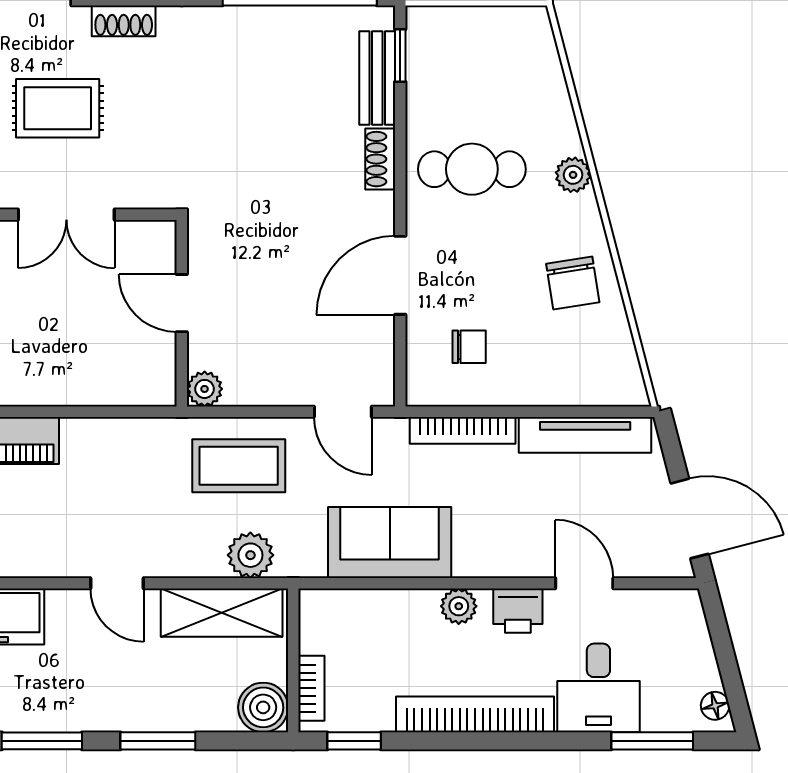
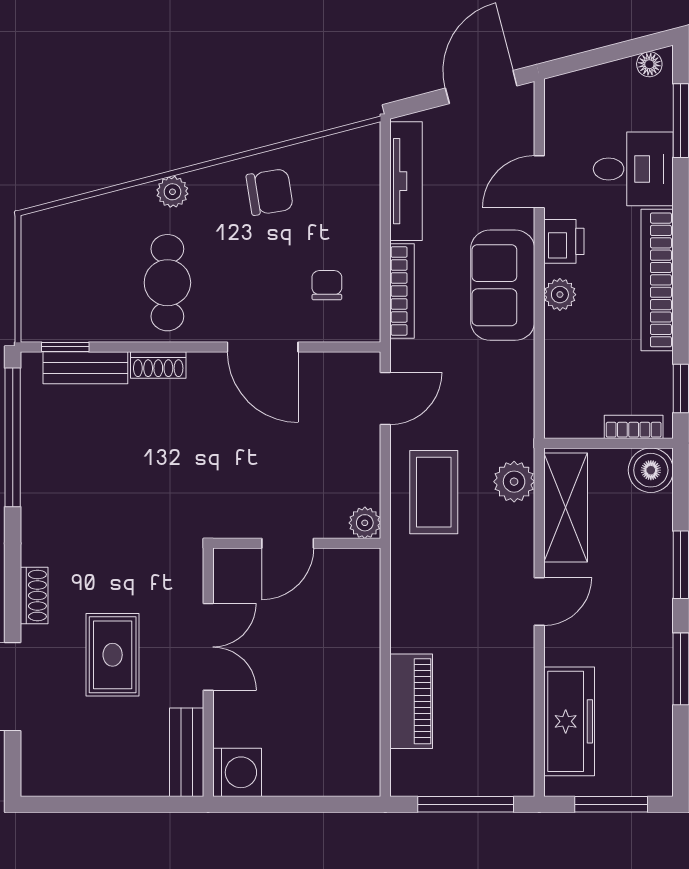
sofa: (390, 542) -> (503, 285), moved

